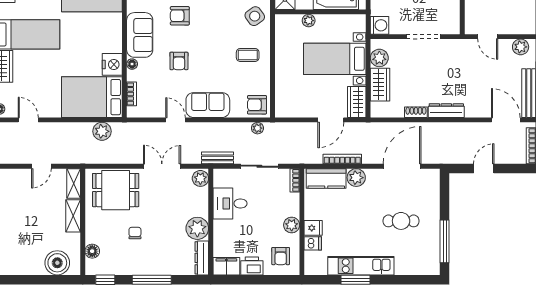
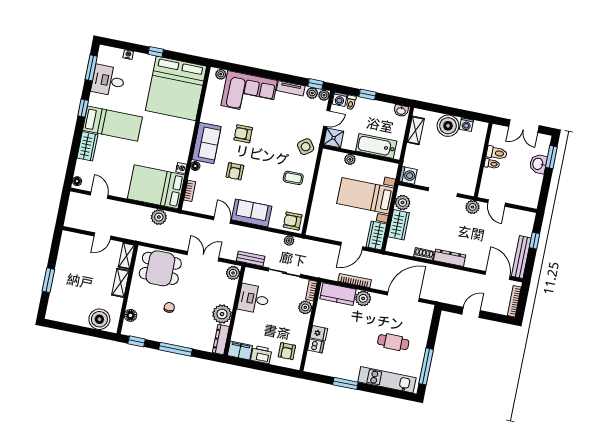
plant: (521, 47) -> (472, 207), moved
nightstand: (112, 64) -> (181, 168), width x0.53, depth x0.56
plant: (292, 225) -> (305, 307), moved
kitchen unit: (361, 266) -> (387, 380), moved

